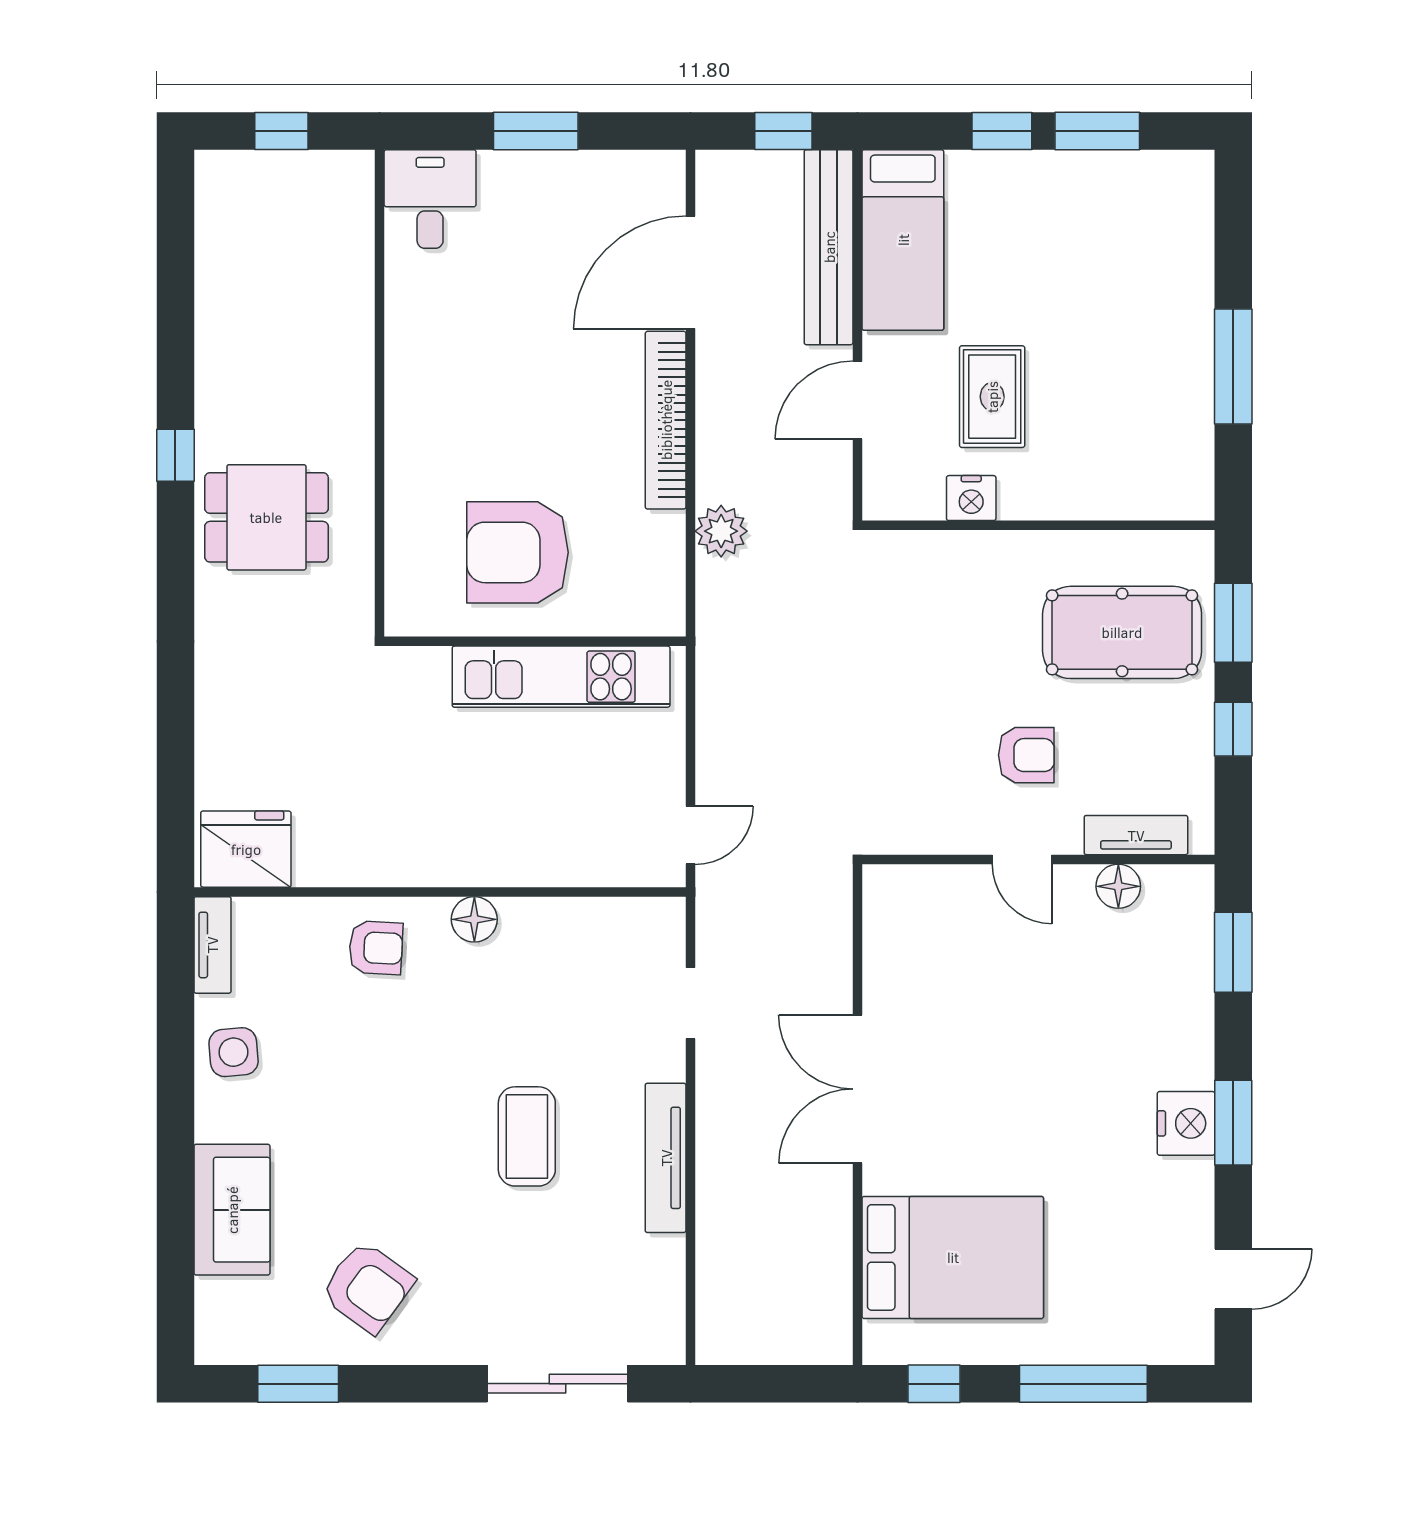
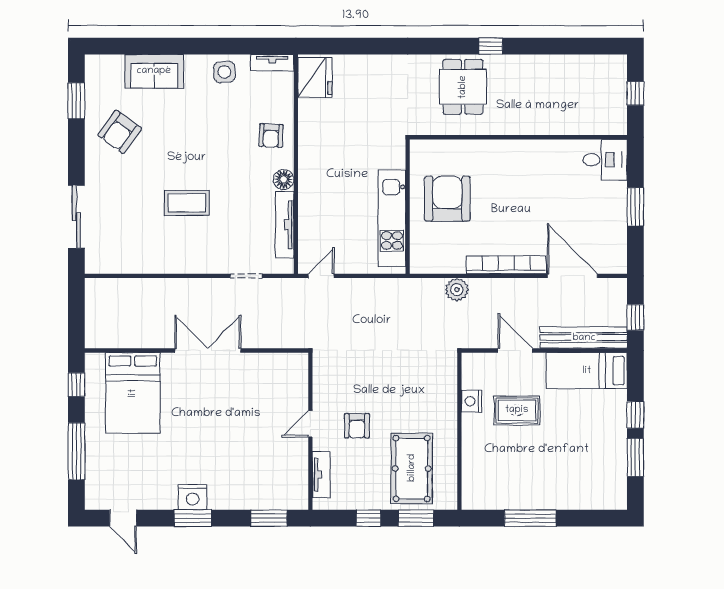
door: (690, 835) -> (321, 276), swing flipped
floor lamp: (1118, 886) -> (298, 467), removed
tv unit: (666, 1158) -> (285, 225), moved, turned -90

